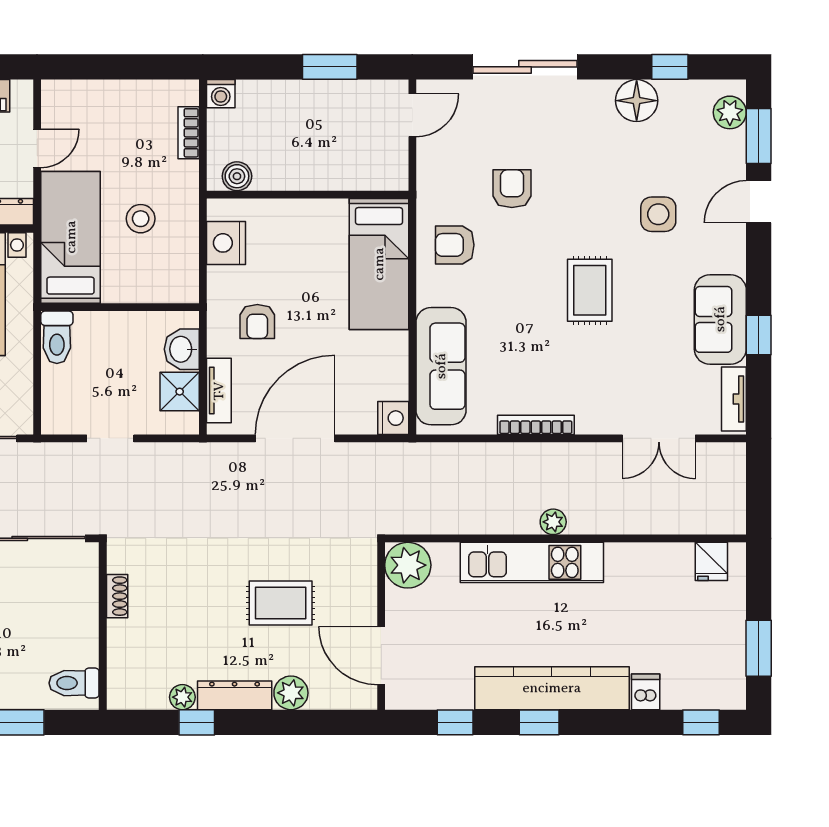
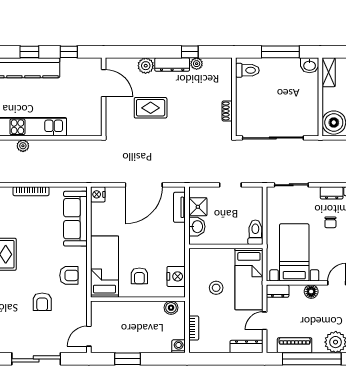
dresser: (76, 93) -> (247, 347), added
armchair: (257, 322) -> (139, 276), moved, turned 180
plant: (408, 565) -> (91, 125), removed

